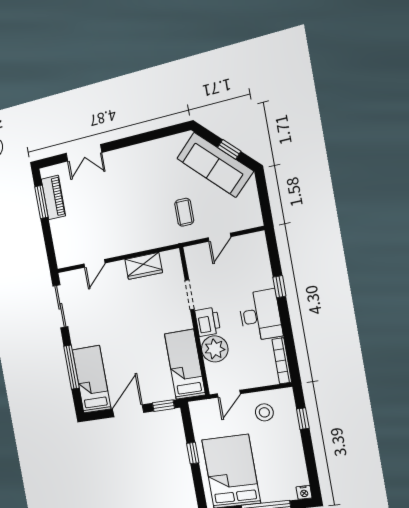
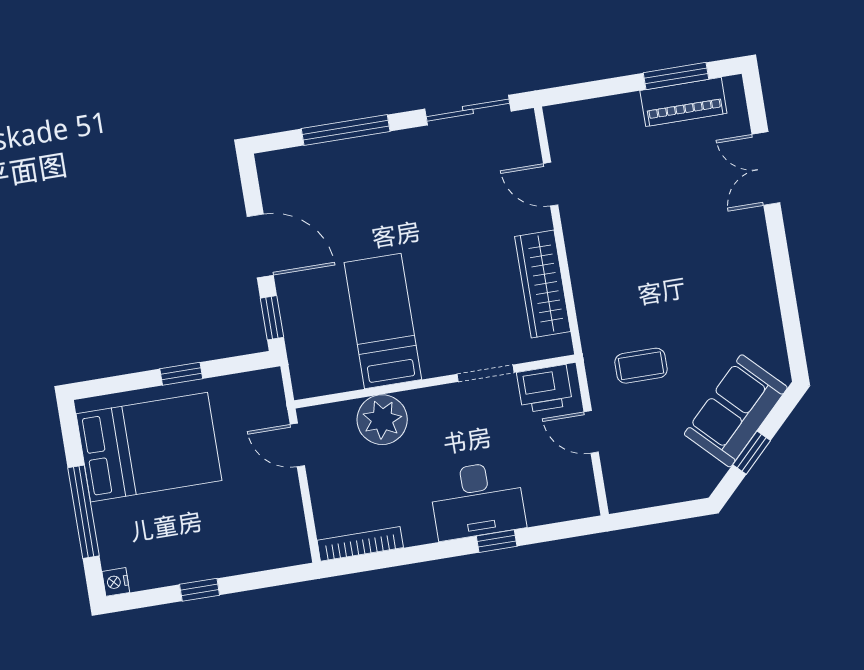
sofa: (215, 165) -> (736, 411), width x0.73
wardrobe: (144, 266) -> (543, 284), width x1.50
desk: (260, 315) -> (477, 500), moved
printer: (208, 322) -> (545, 389), moved
bed: (185, 364) -> (383, 321), moved, turned -90
bed: (92, 379) -> (322, 172), removed
stool: (264, 412) -> (263, 511), removed
window: (303, 419) -> (200, 590), moved

